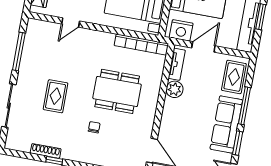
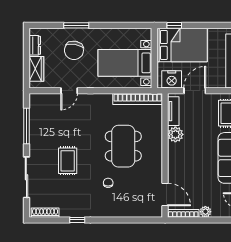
dining table: (117, 91) -> (123, 146), turned 90
shoe rack: (46, 151) -> (45, 213), moved

